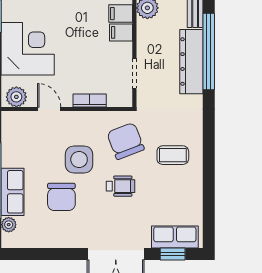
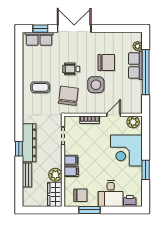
window: (209, 52) -> (19, 149), width x0.32
door: (49, 109) -> (114, 115), swing flipped
chair: (126, 141) -> (68, 96), turned -152
chair: (61, 197) -> (106, 63), turned 90

